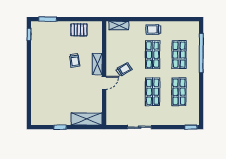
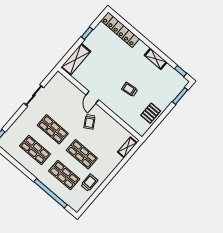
trolley: (153, 30) -> (89, 183), moved
shelving: (97, 64) -> (156, 59), moved
locker: (37, 105) -> (120, 30), added

